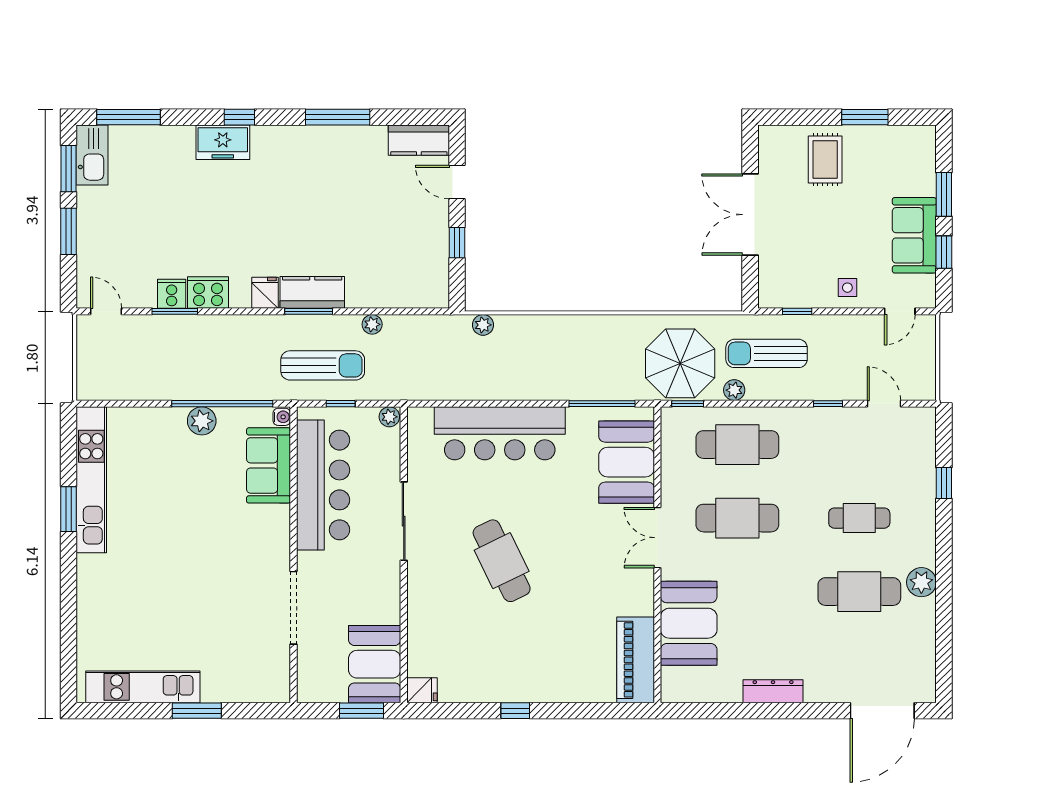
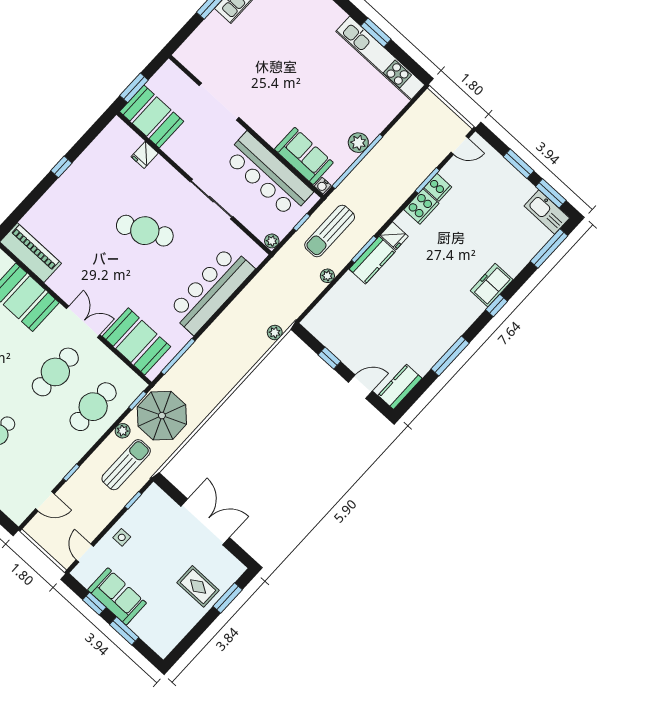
window: (865, 117) -> (228, 598), moved
fridge: (422, 690) -> (145, 155), moved

